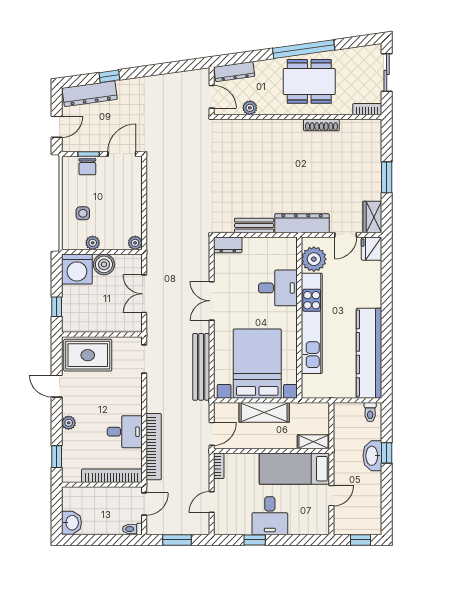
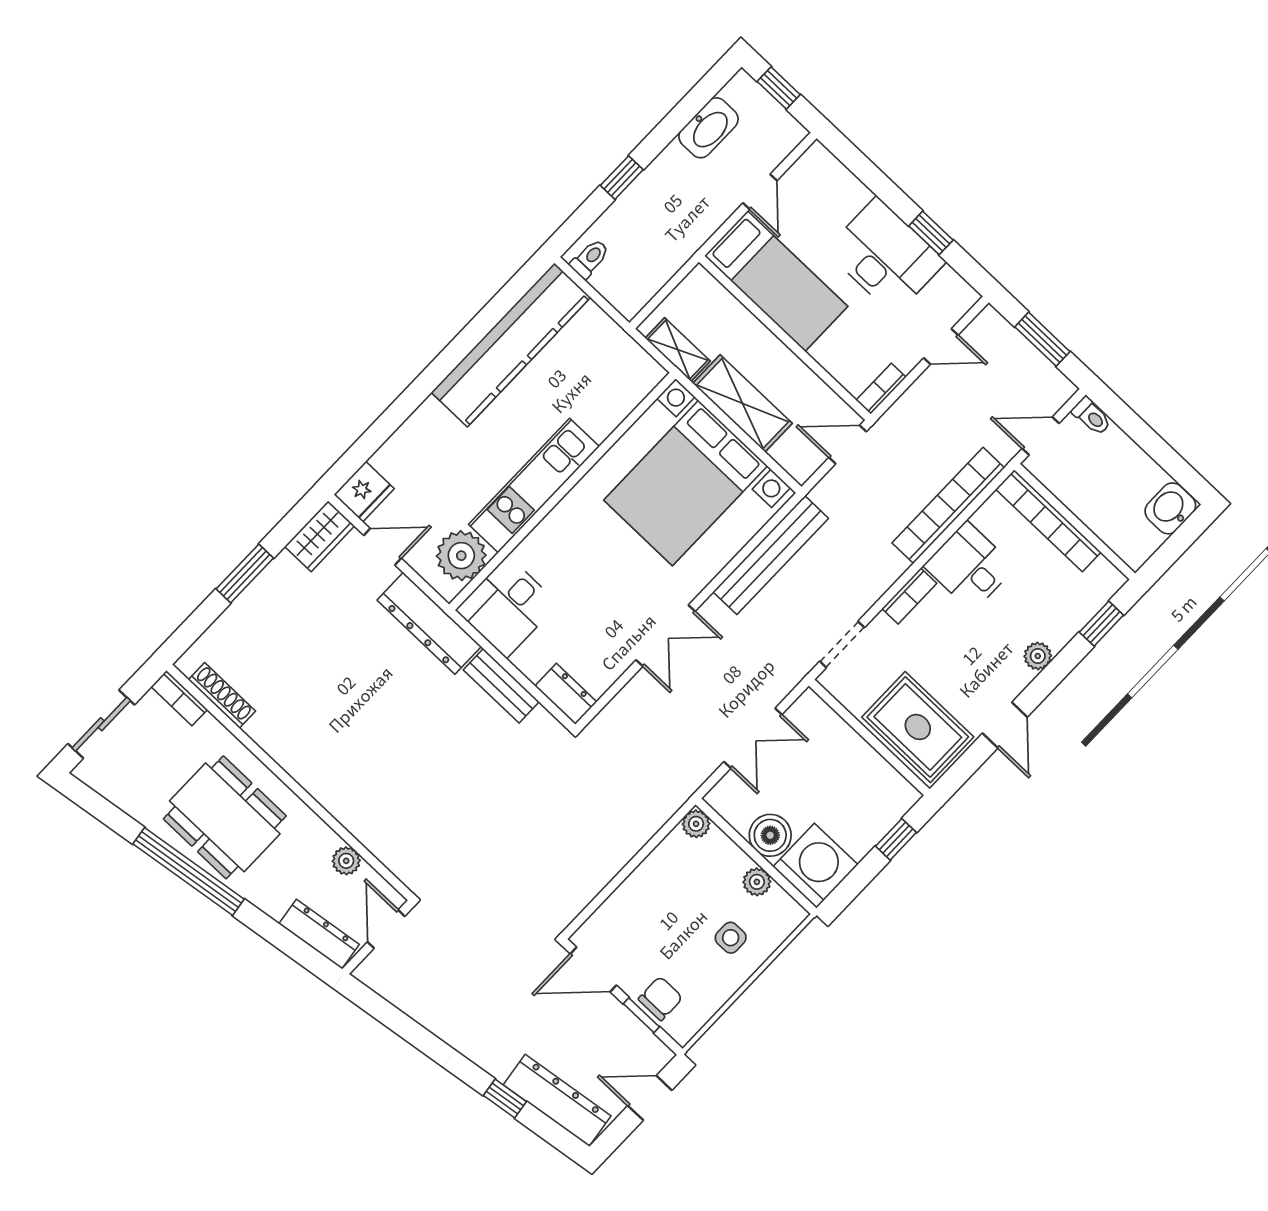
shoe rack: (321, 125) -> (222, 695), moved
desk: (278, 288) -> (507, 607), moved, turned -90
kitchen unit: (312, 323) -> (534, 485), width x0.73
bookcase: (136, 400) -> (909, 596), added
shelving: (313, 442) -> (678, 350), moved
washbasin: (372, 456) -> (709, 128), moved
door: (331, 496) -> (760, 192), swing flipped
desk: (270, 516) -> (885, 256), width x1.37

